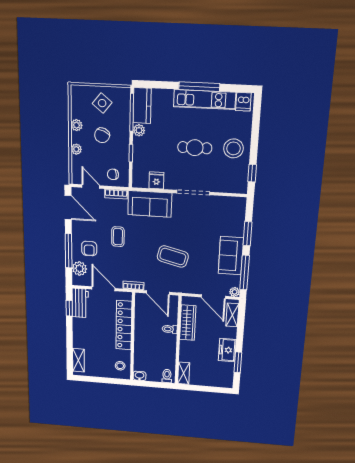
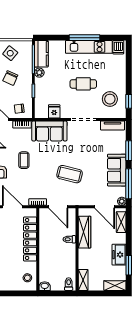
stool: (233, 148) -> (110, 99), moved
tv unit: (229, 202) -> (112, 125), added
shelving: (220, 382) -> (115, 286), added

